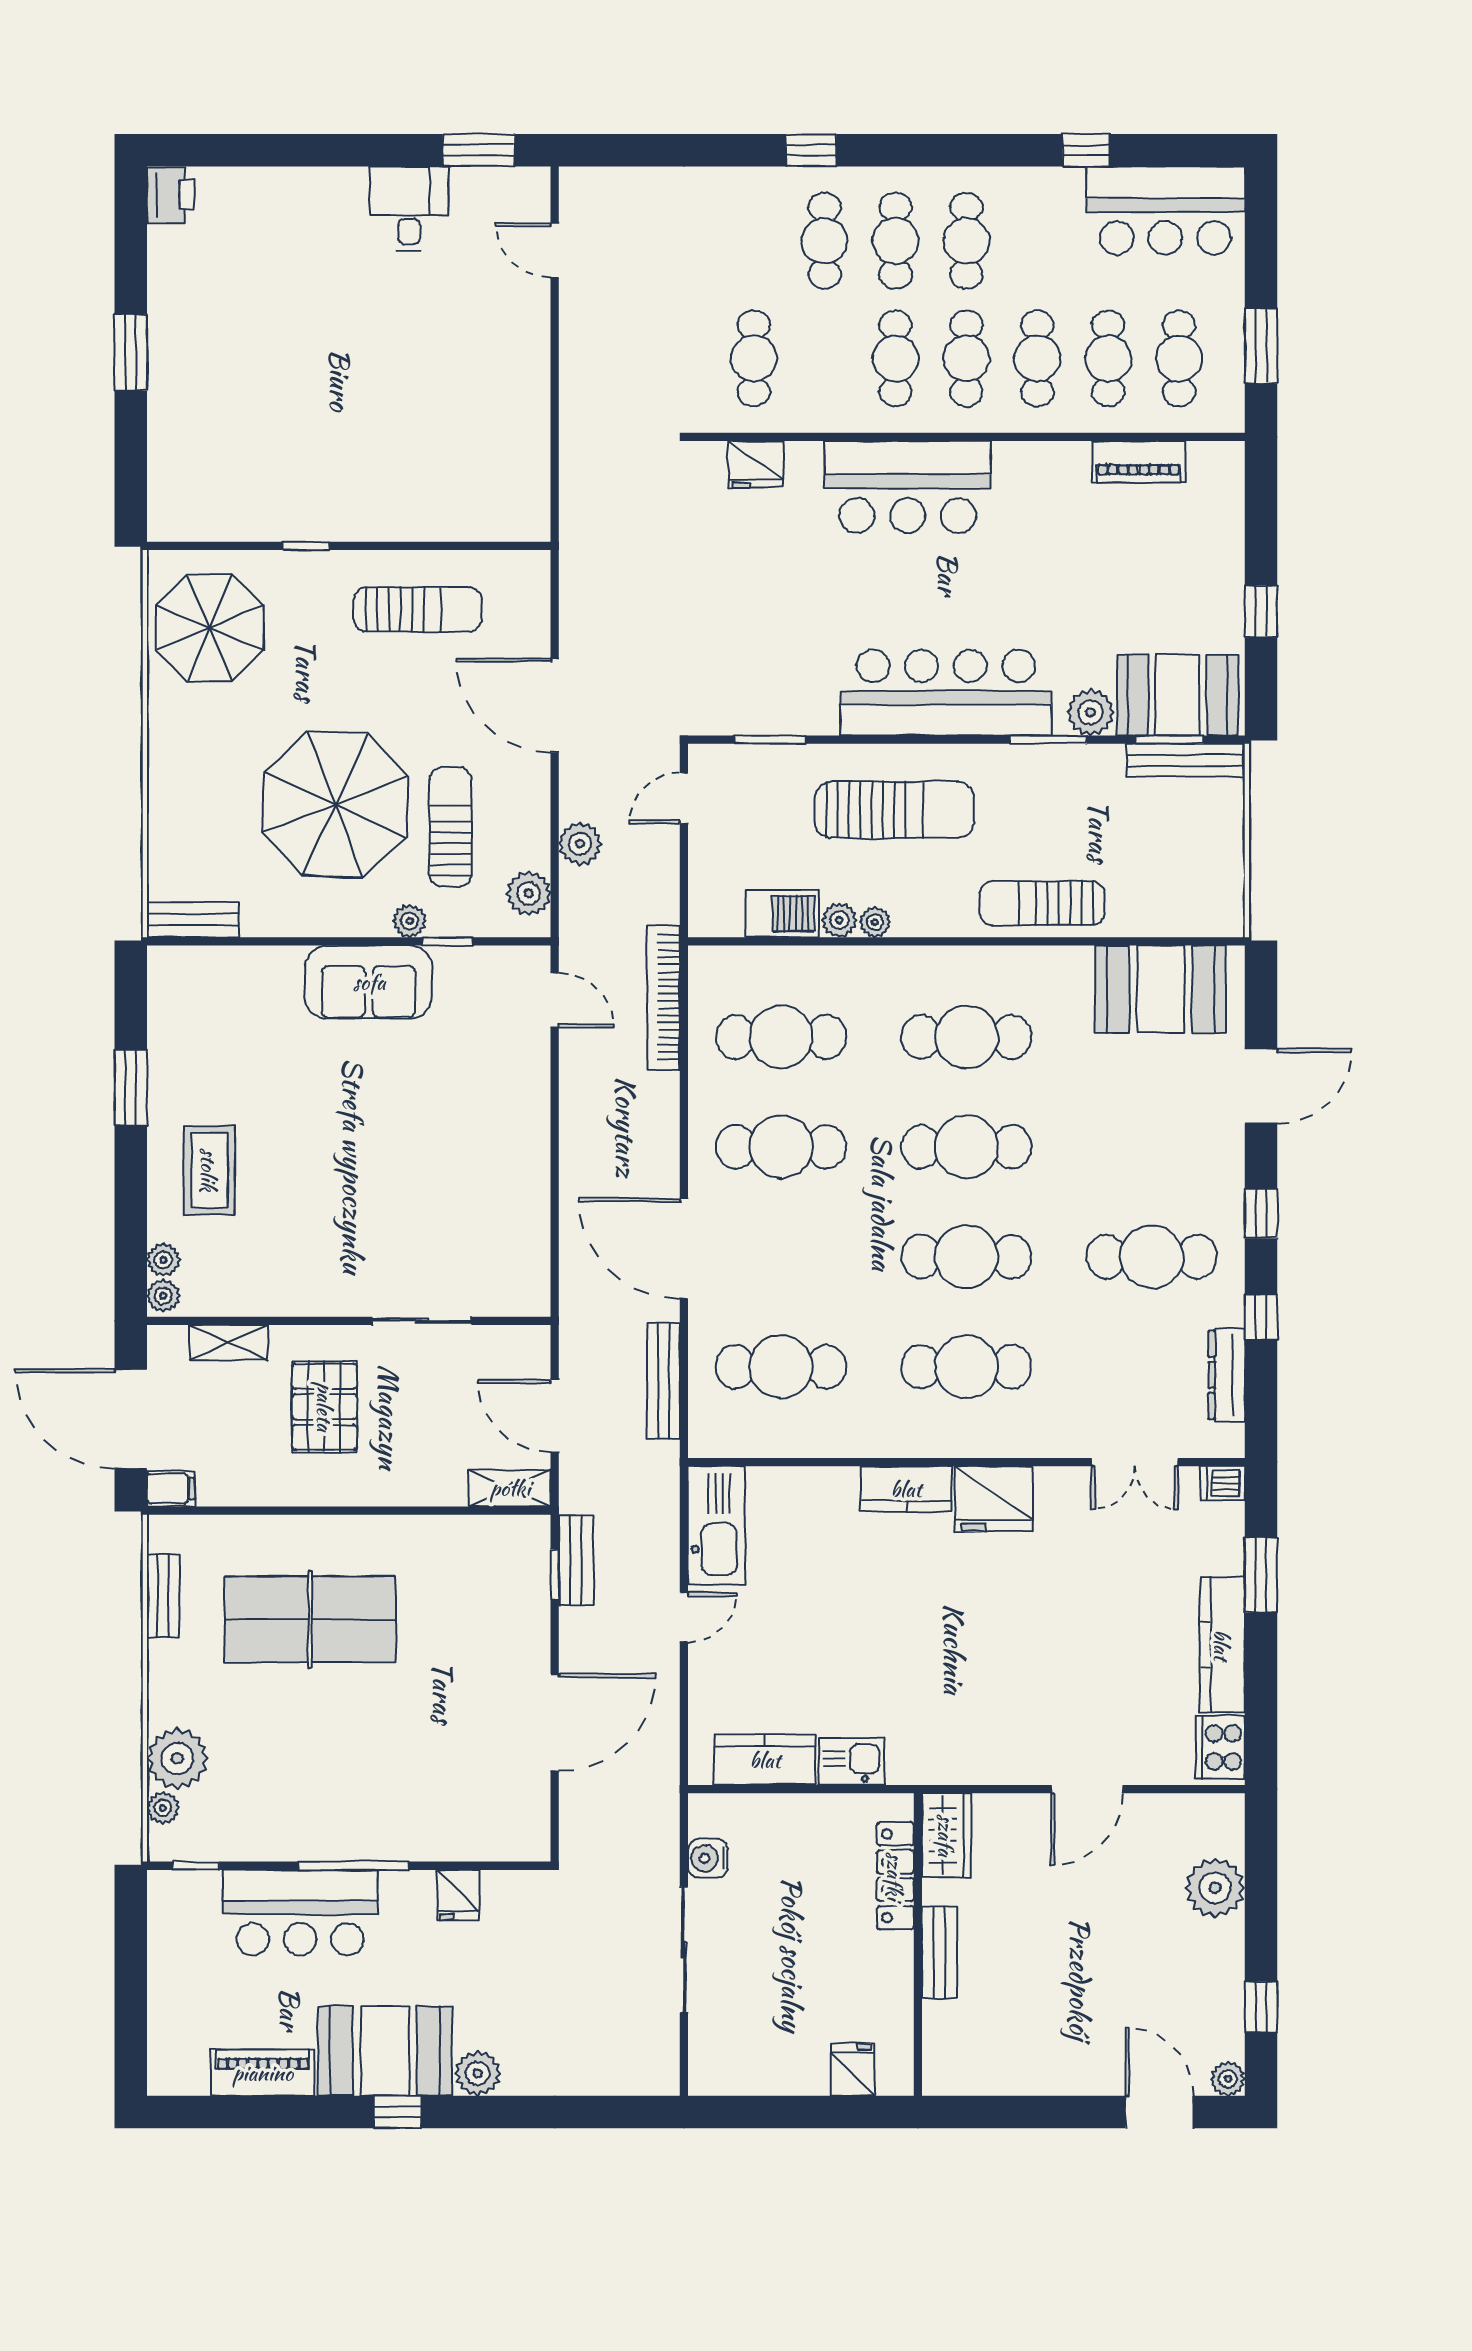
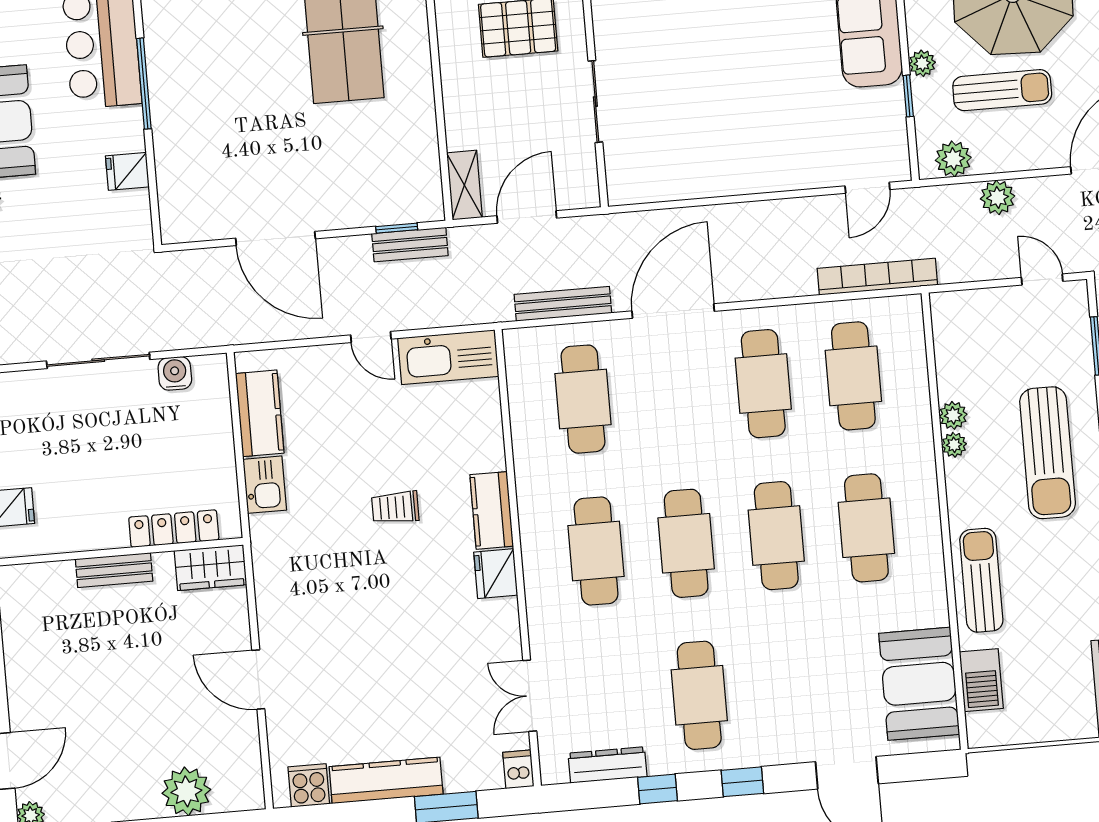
barbecue: (782, 914) -> (981, 680), moved
fridge: (994, 1499) -> (496, 574), width x0.73, depth x0.75
trolley: (893, 1605) -> (395, 507), added
cooker: (1220, 1747) -> (309, 785), width x0.73

